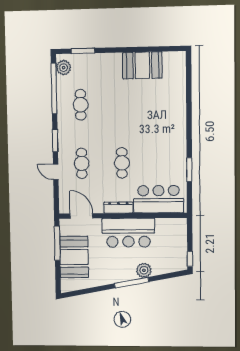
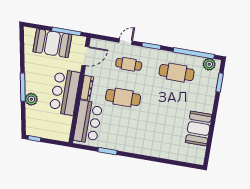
cafe table: (81, 105) -> (177, 73), width x1.37, depth x1.35
cafe table: (122, 163) -> (123, 97), width x1.37, depth x1.35

